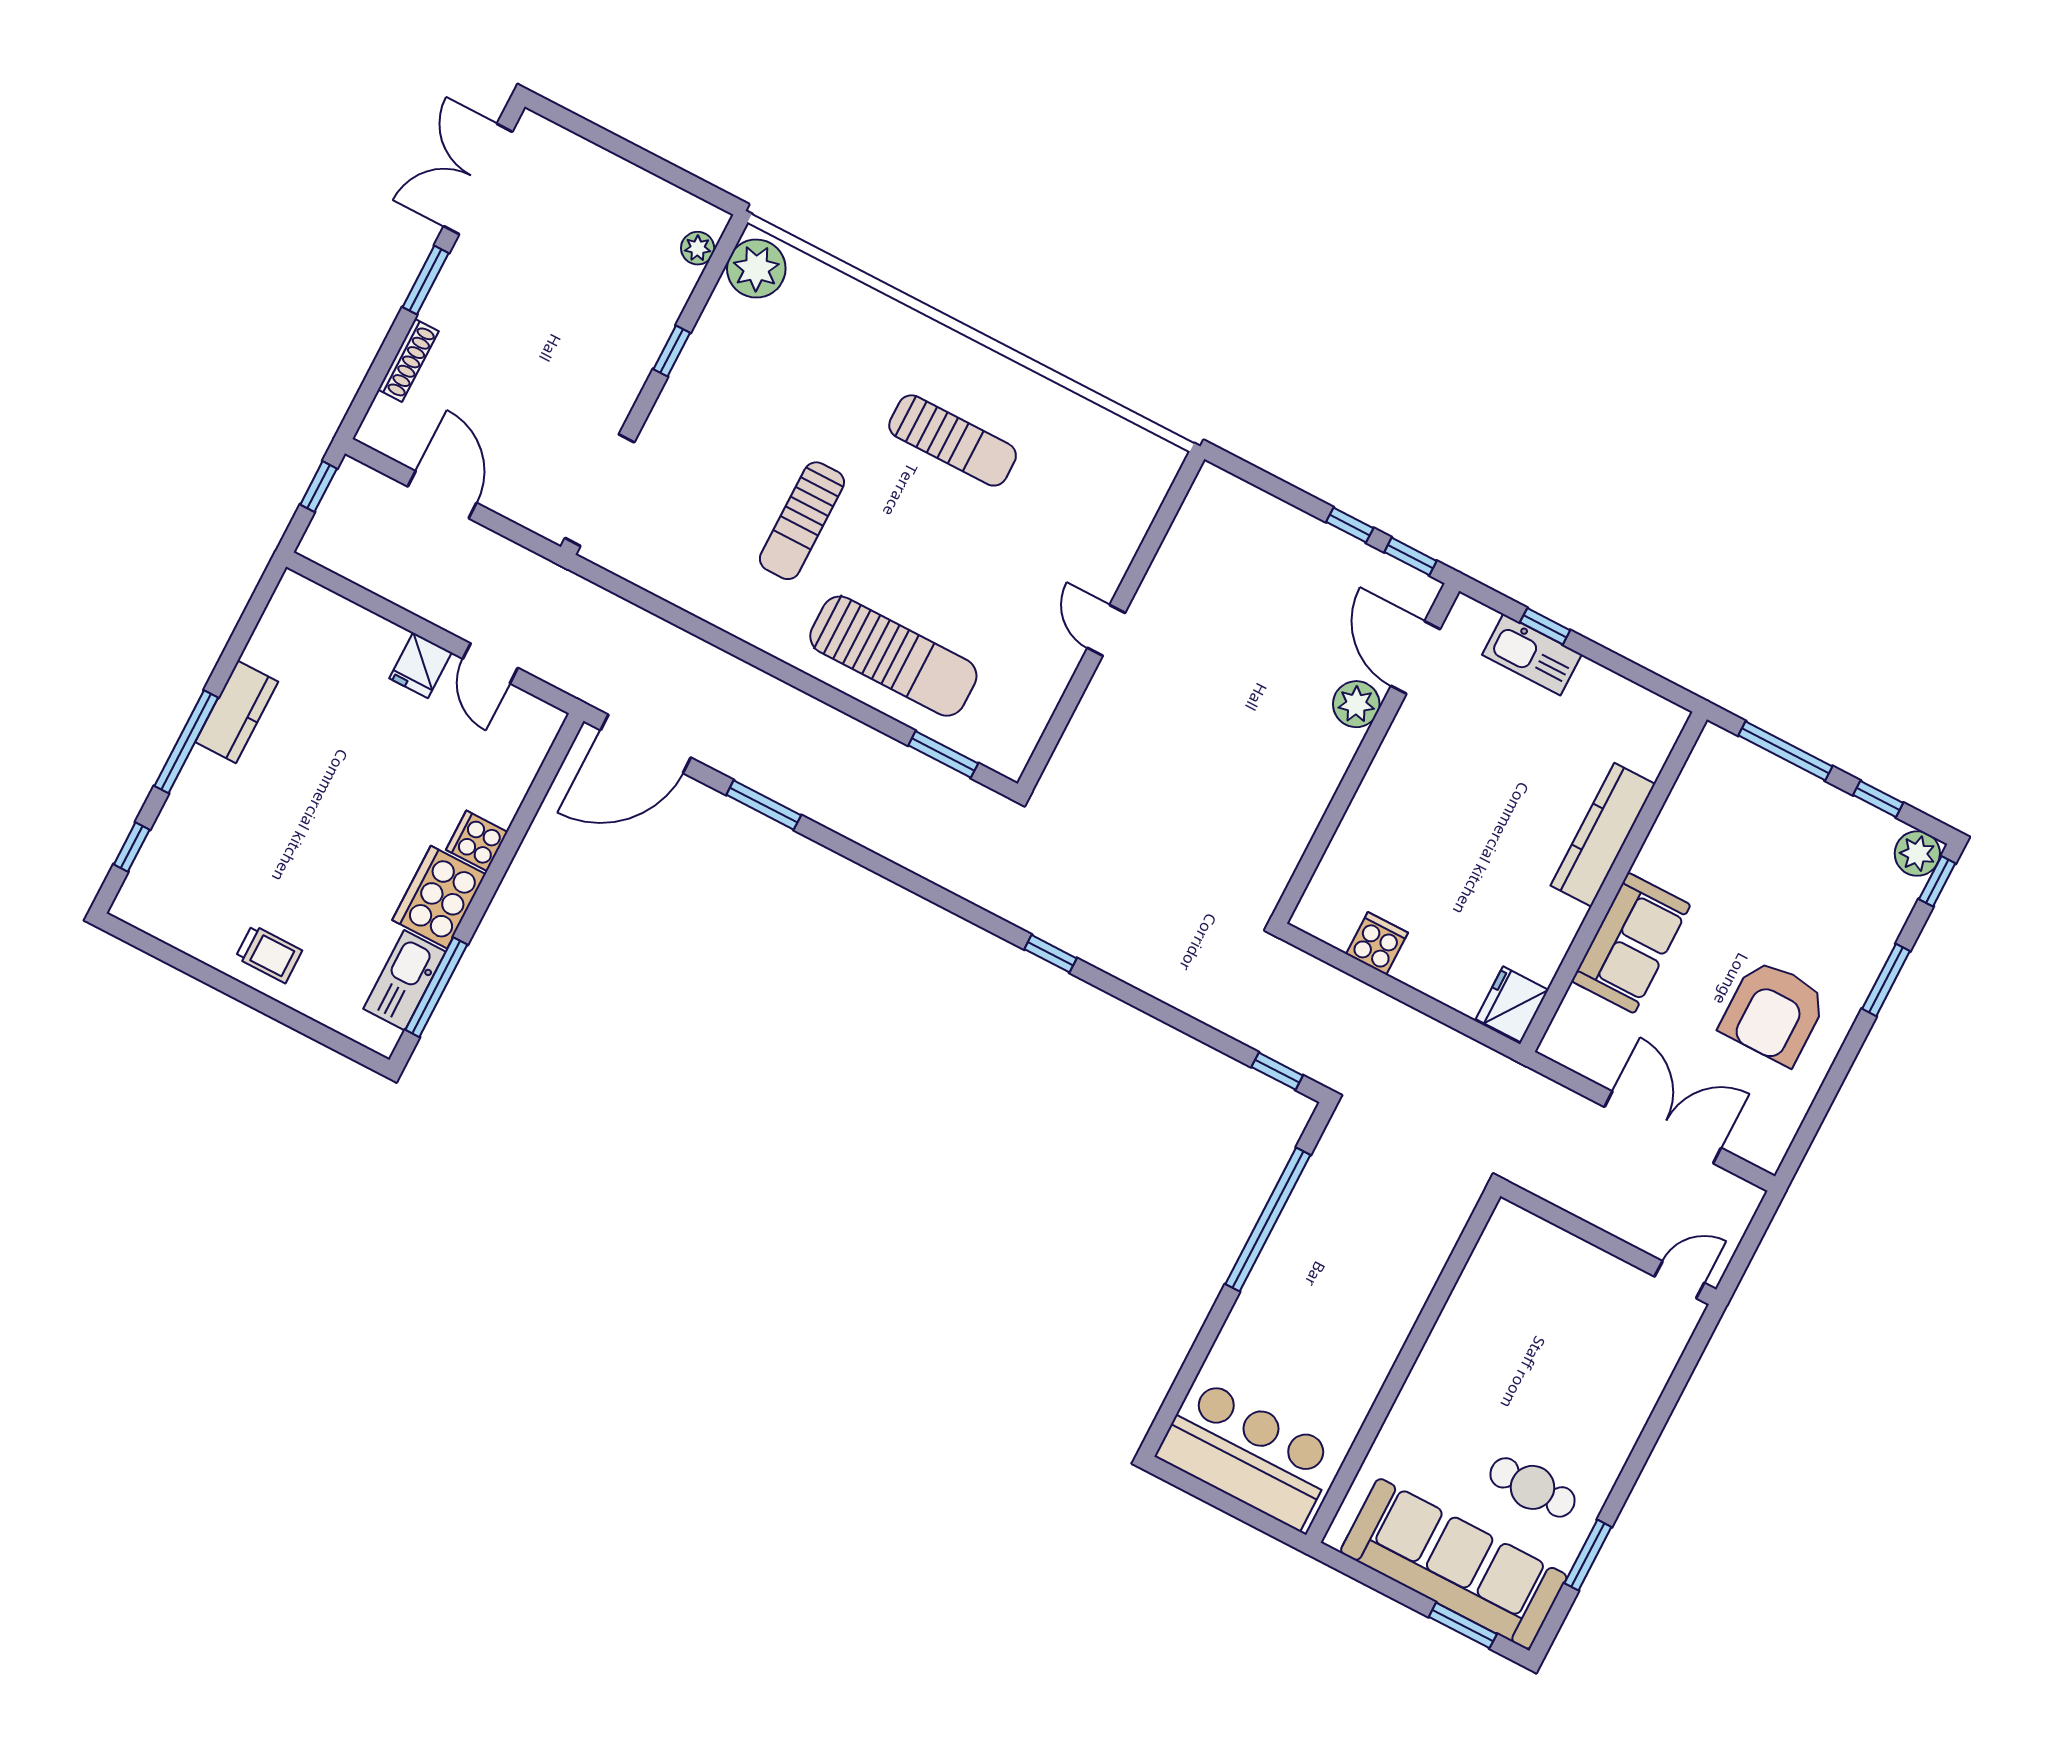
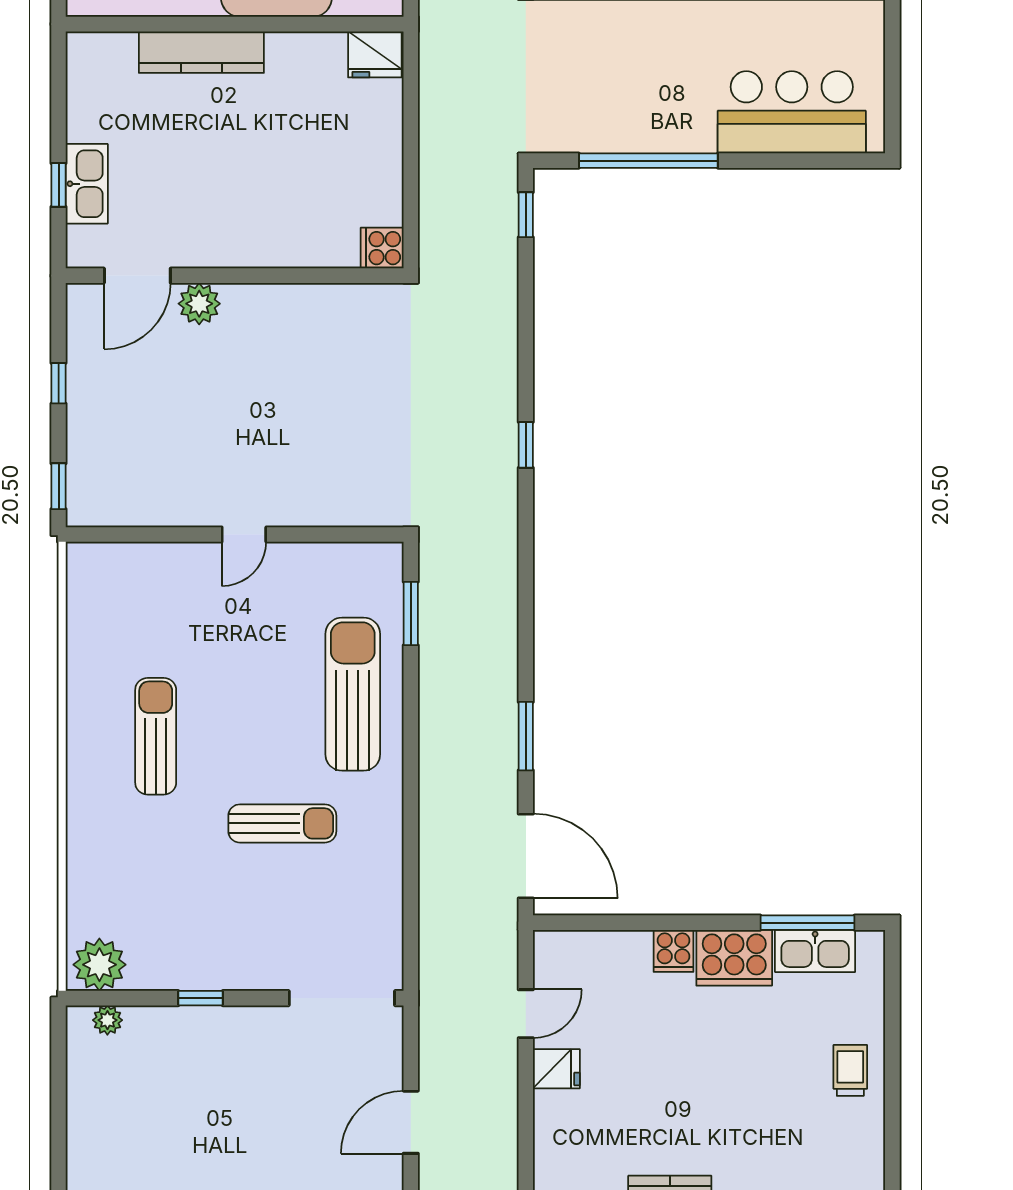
window: (1410, 556) -> (59, 486), moved
cooker: (1377, 943) -> (382, 248), moved
bar counter: (1248, 1454) -> (792, 112), moved, turned 90

